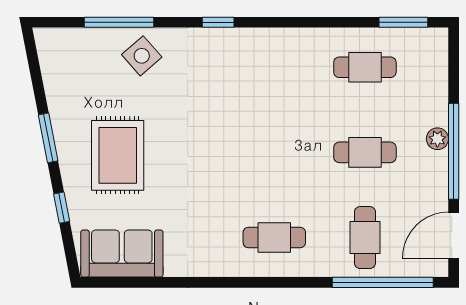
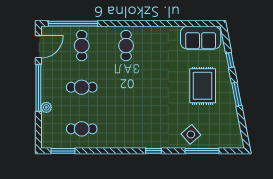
plant: (437, 139) -> (46, 107), moved
cafe table: (274, 238) -> (126, 46), turned 90

